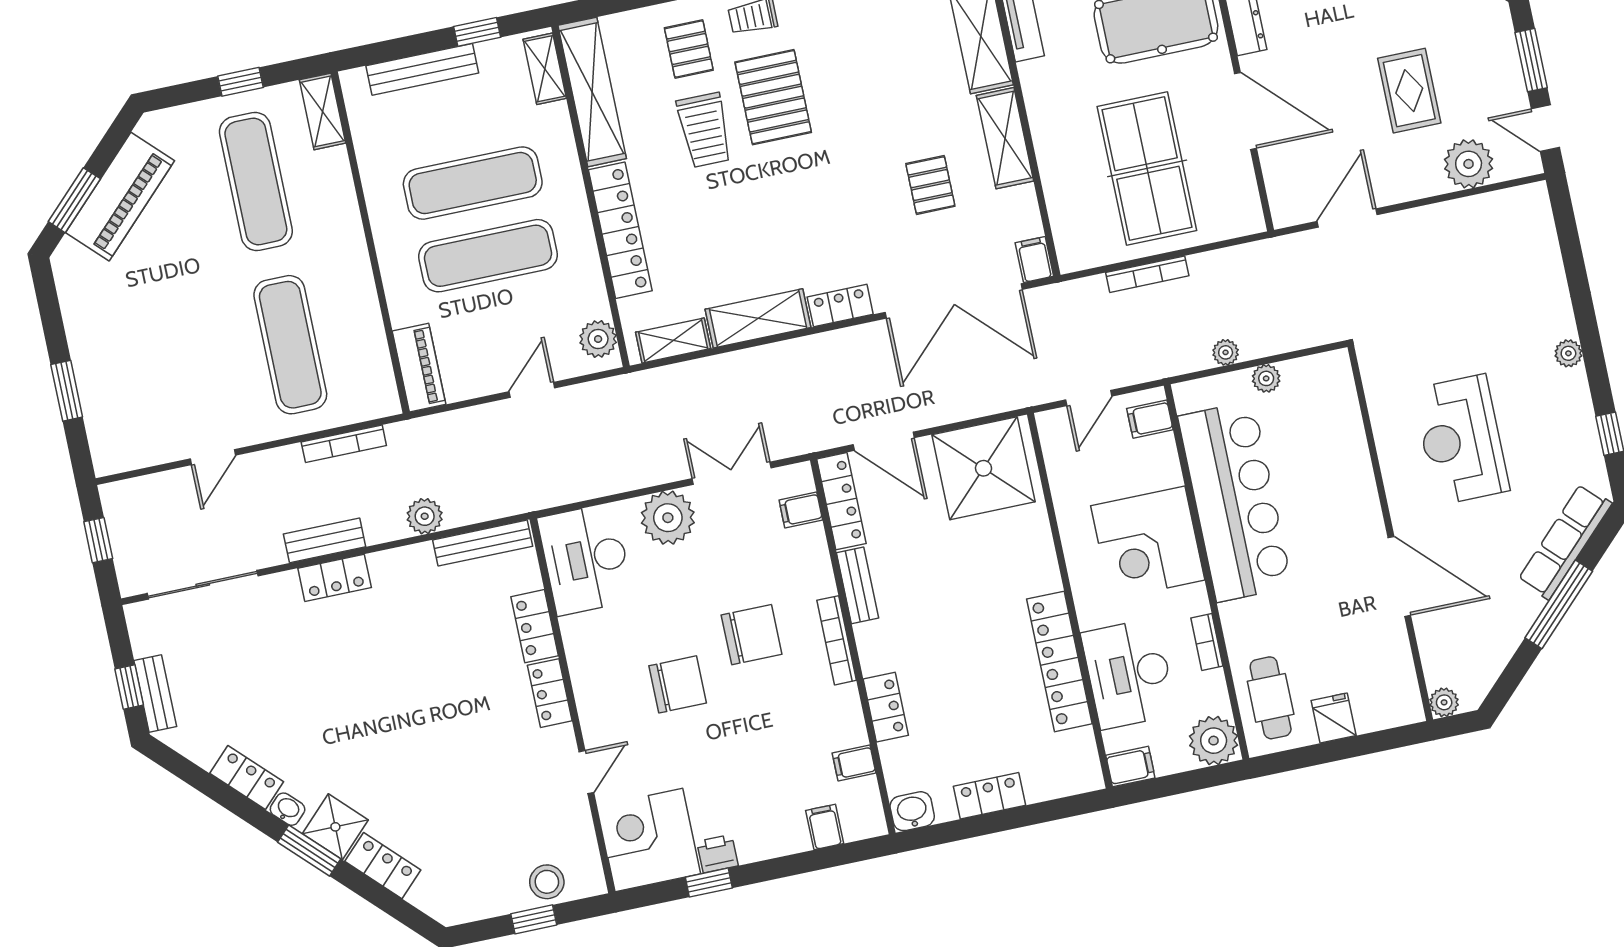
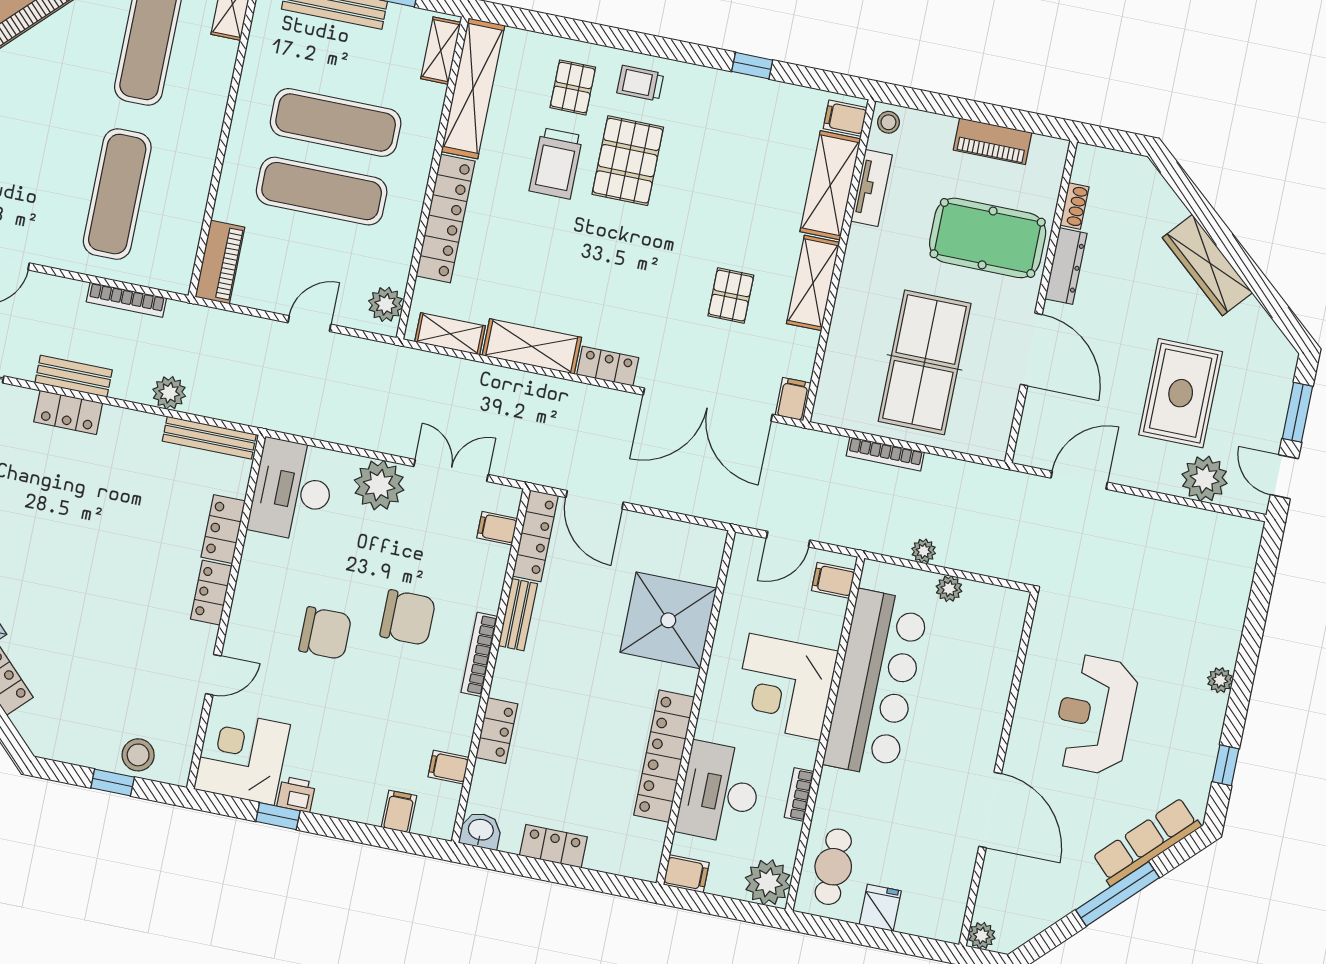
rug: (1409, 91) -> (1181, 393), width x1.36, depth x1.43
shower: (983, 468) -> (668, 620), moved

